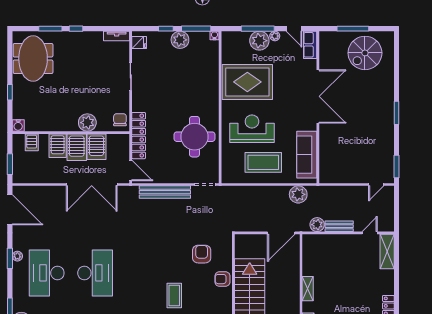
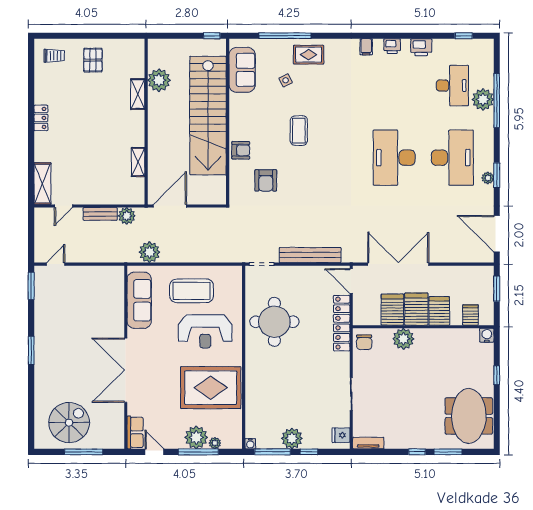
plant: (275, 36) -> (215, 443), moved
shelving: (308, 289) -> (138, 162), moved

